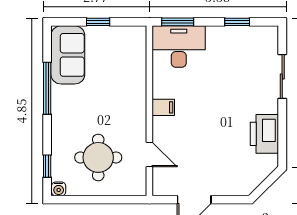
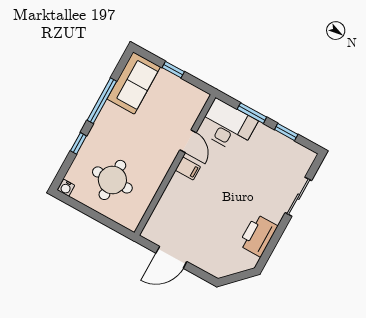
window: (178, 22) -> (252, 113), moved
door: (149, 155) -> (188, 141), moved
window: (47, 166) -> (78, 143), moved

